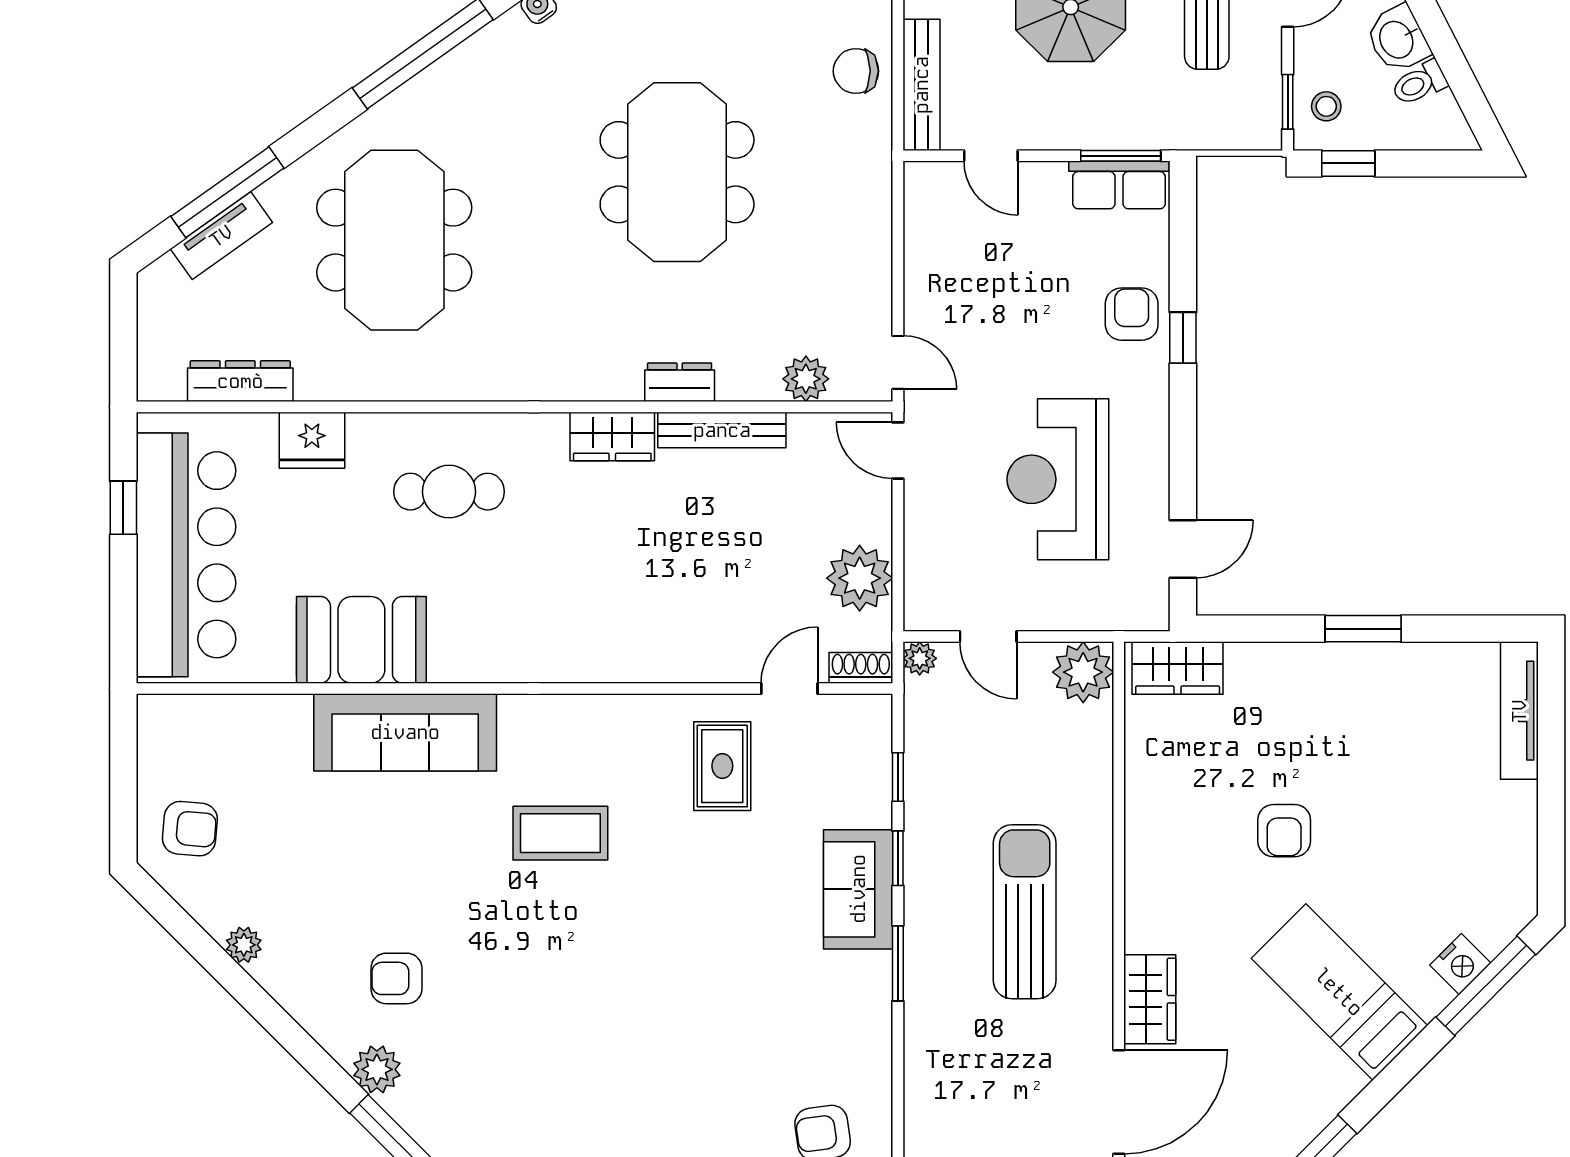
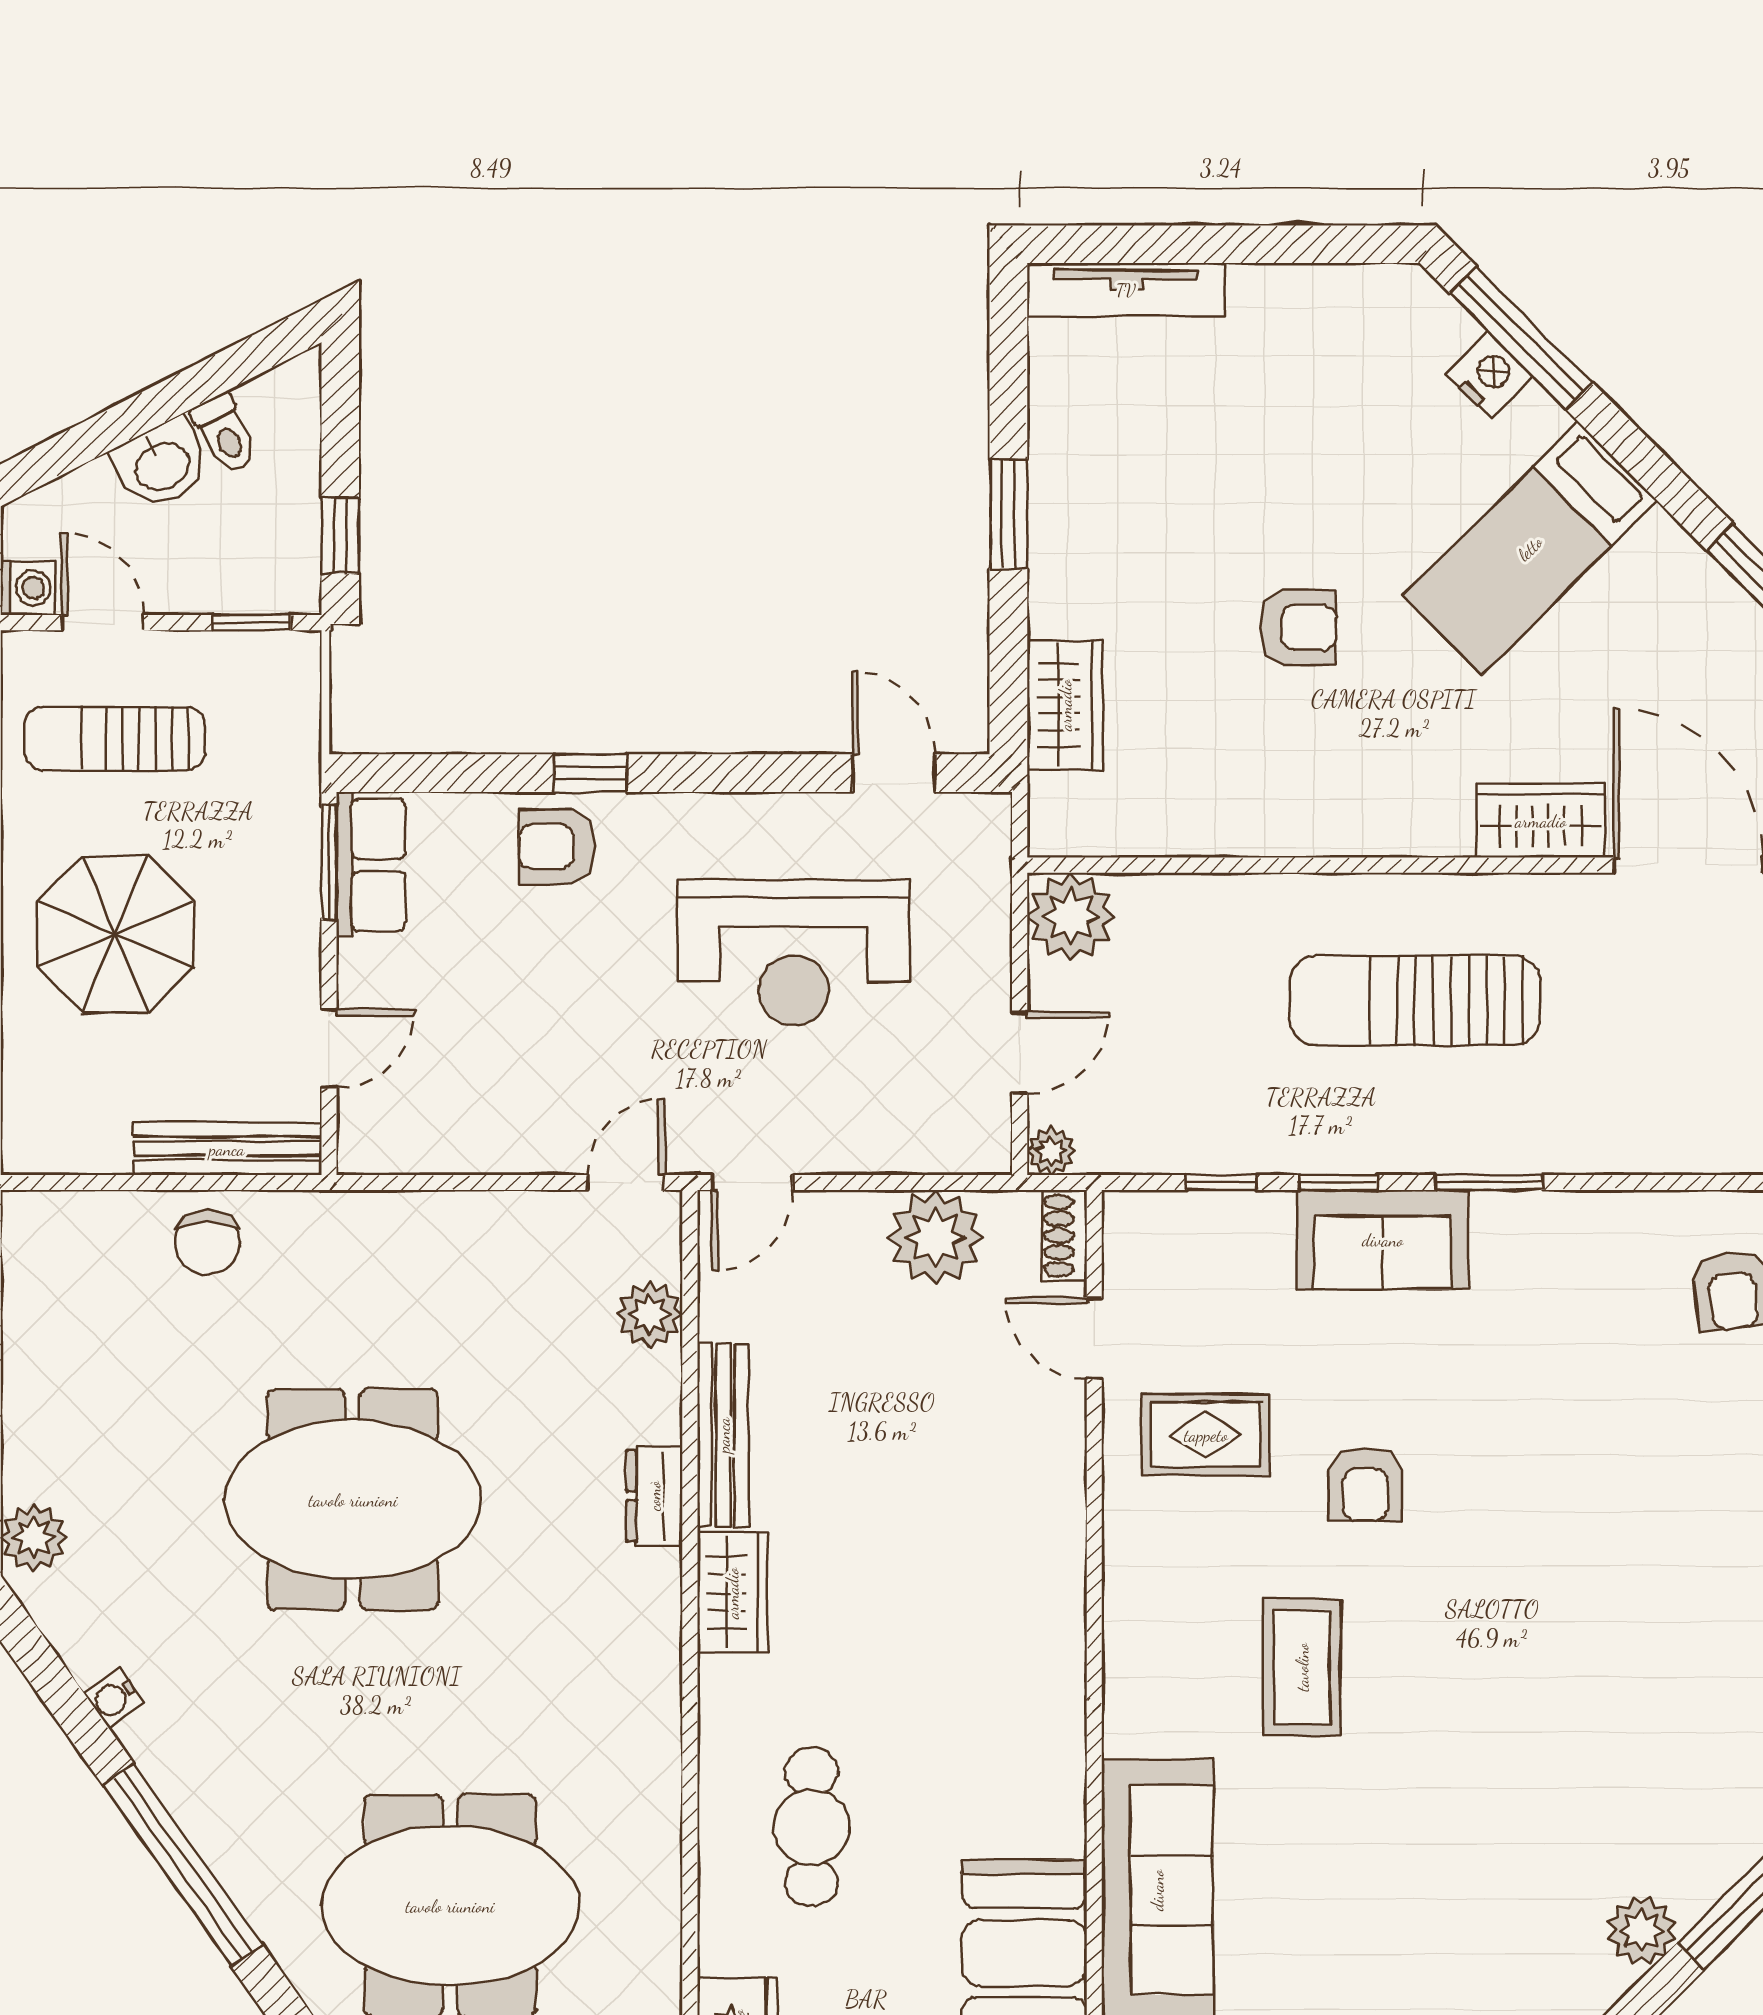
stool: (1326, 106) -> (258, 567), removed
wardrobe: (1178, 668) -> (1065, 705), moved
armchair: (396, 978) -> (1365, 1484), moved

